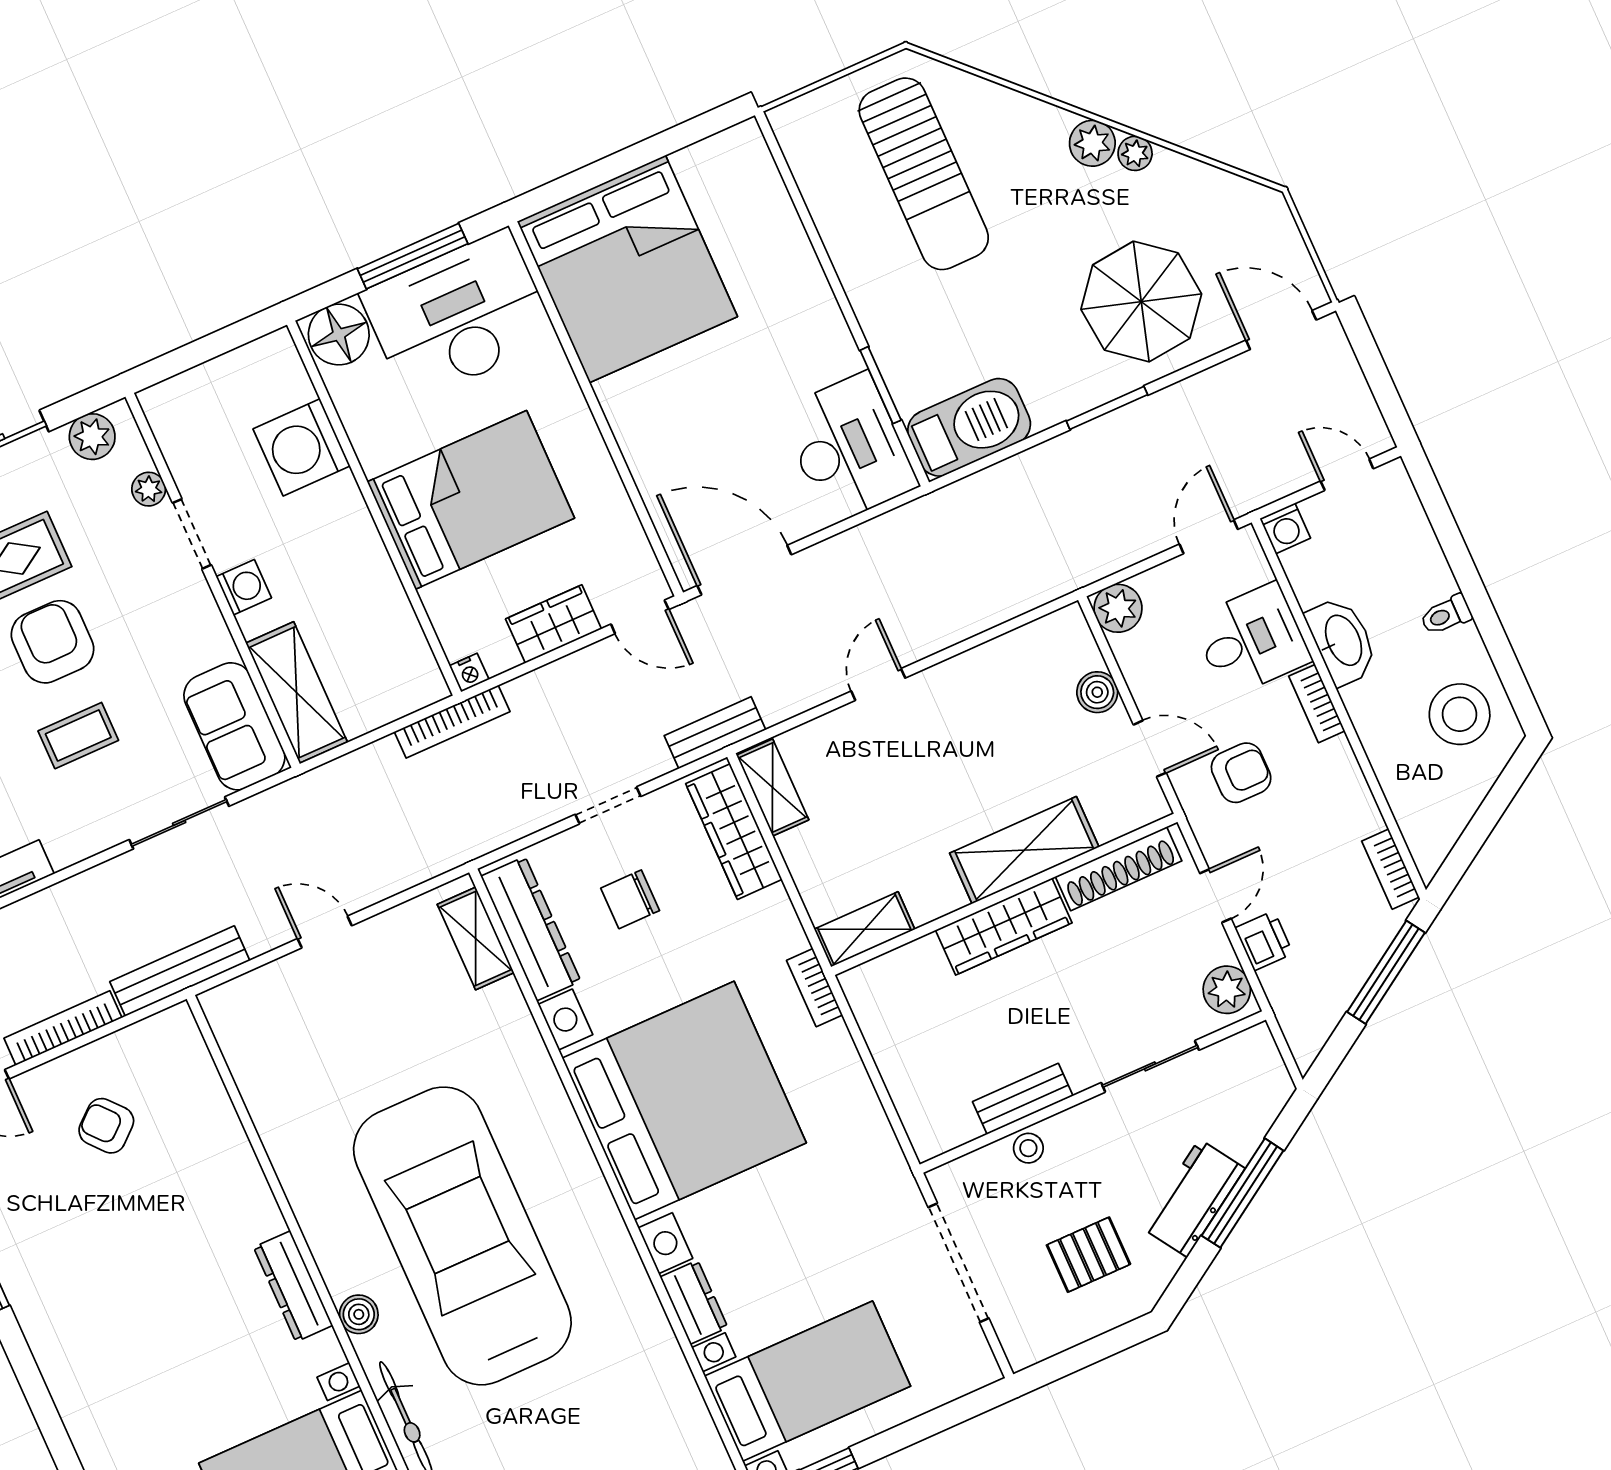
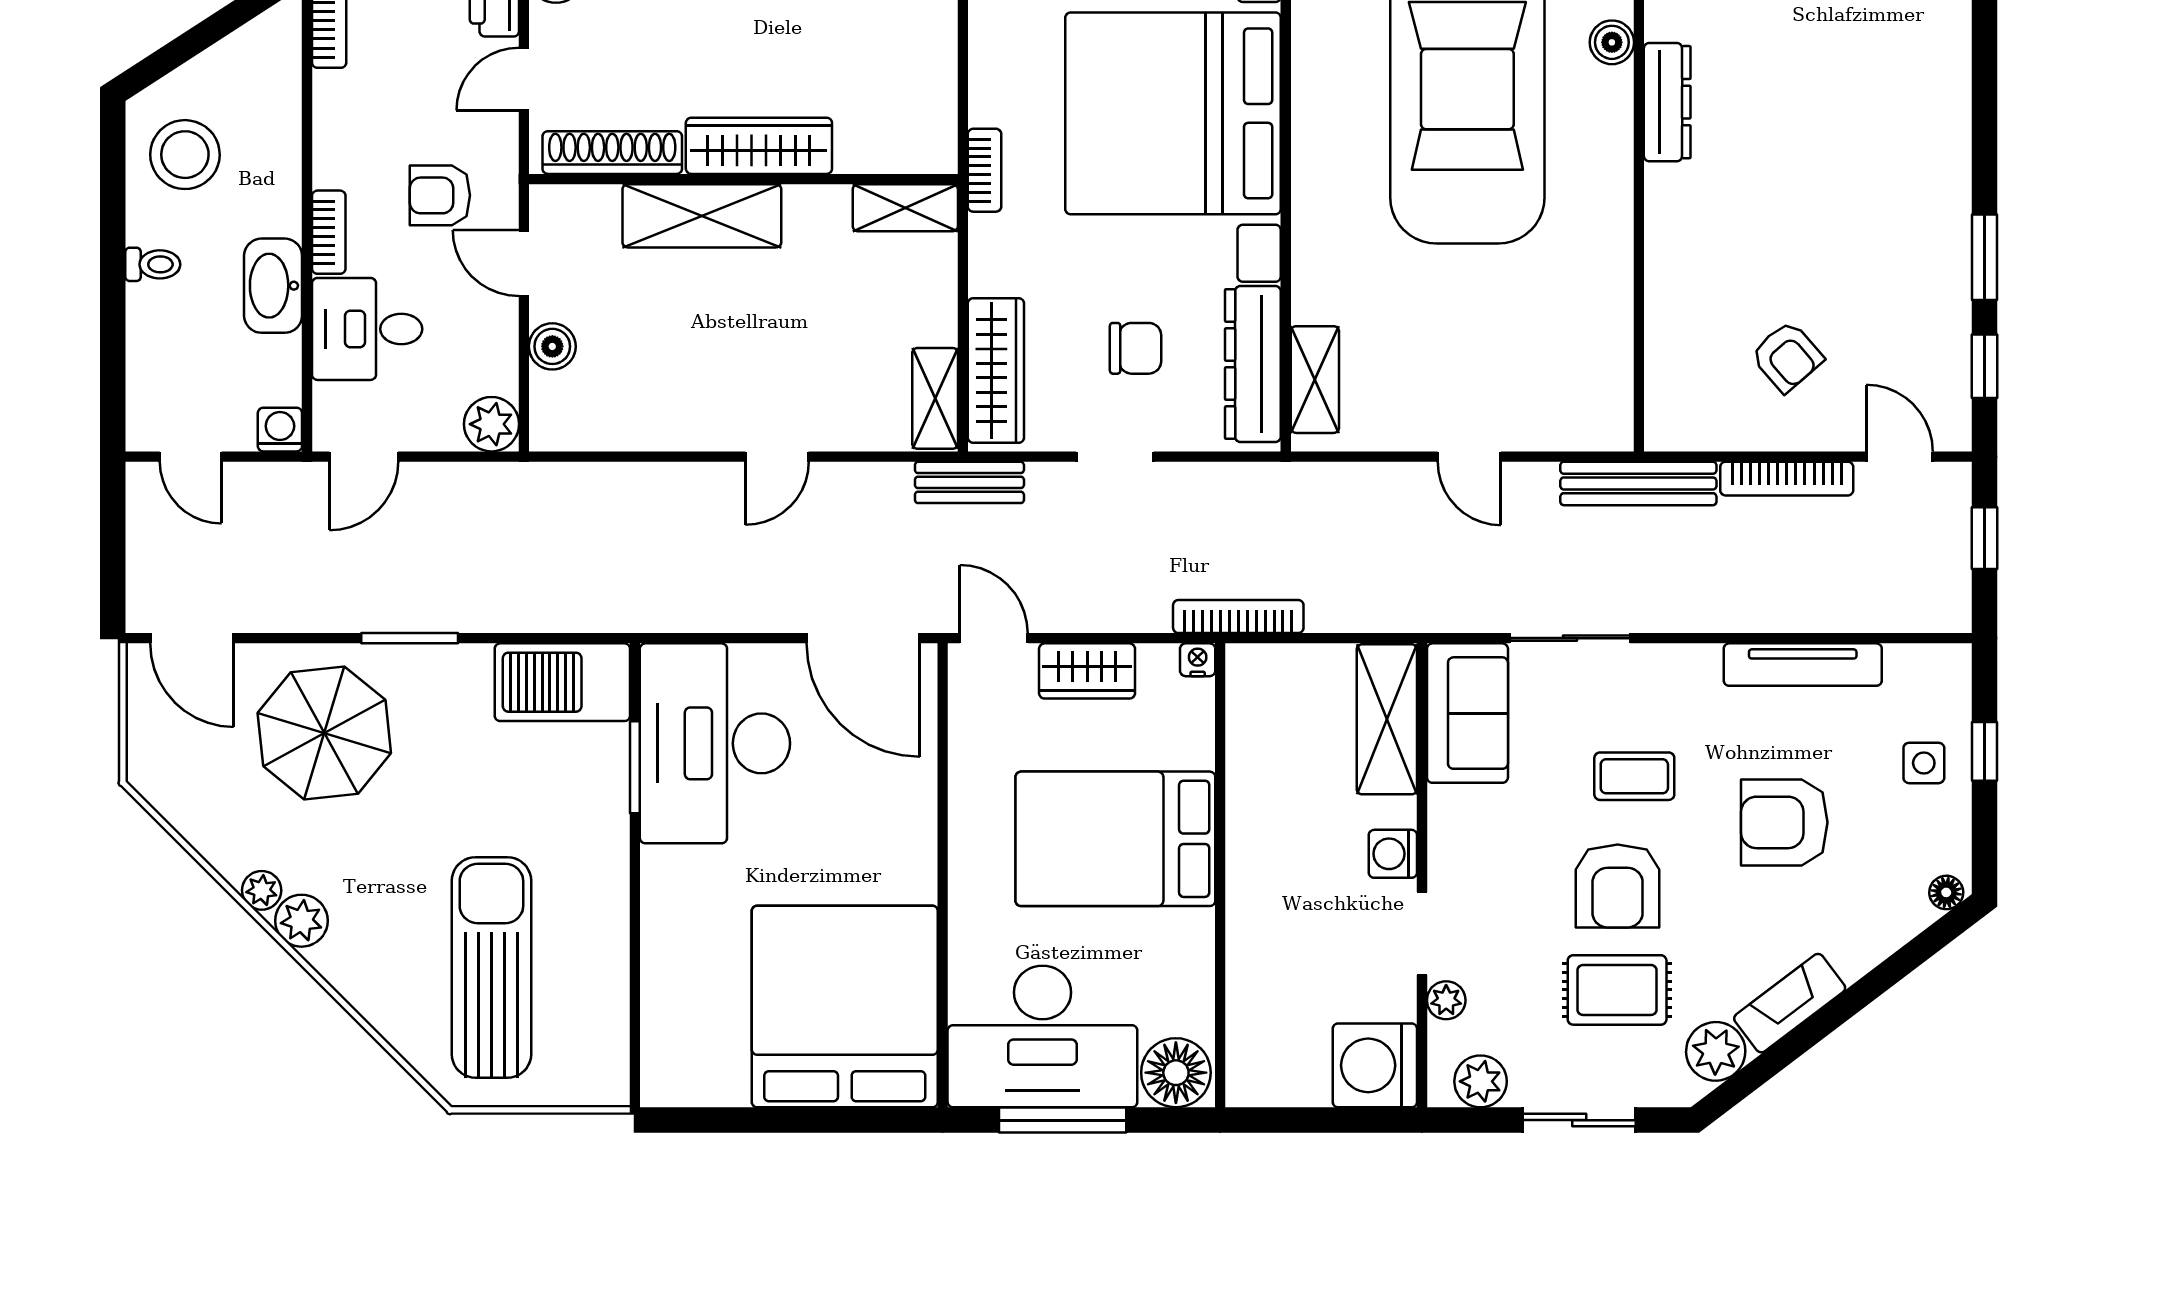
washing machine: (302, 447) -> (1375, 1065), moved, turned 180
desk: (849, 448) -> (715, 743), width x1.36, depth x1.30

